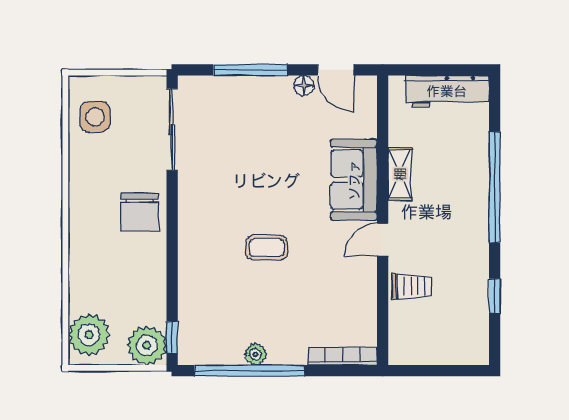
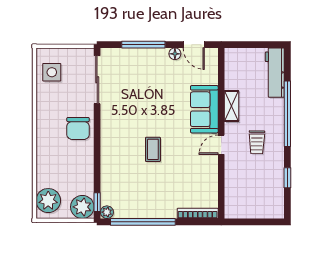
workbench: (447, 91) -> (275, 73), moved, turned 90
coffee table: (267, 248) -> (153, 149), turned 90
trolley: (412, 286) -> (257, 142), moved, turned 91
plant: (255, 354) -> (107, 212), moved

